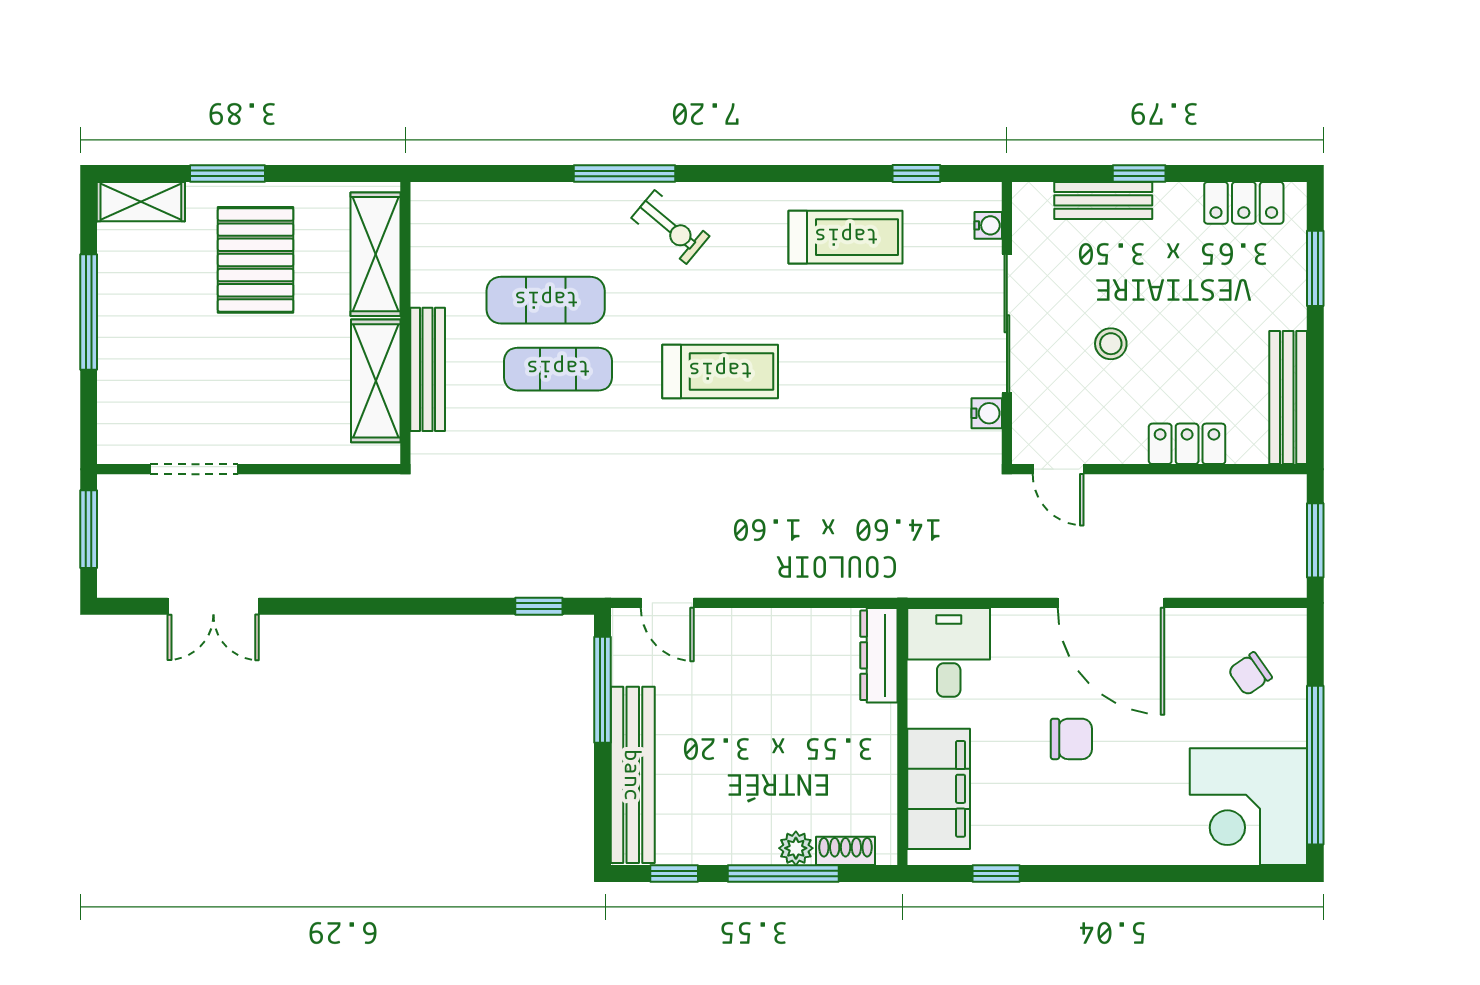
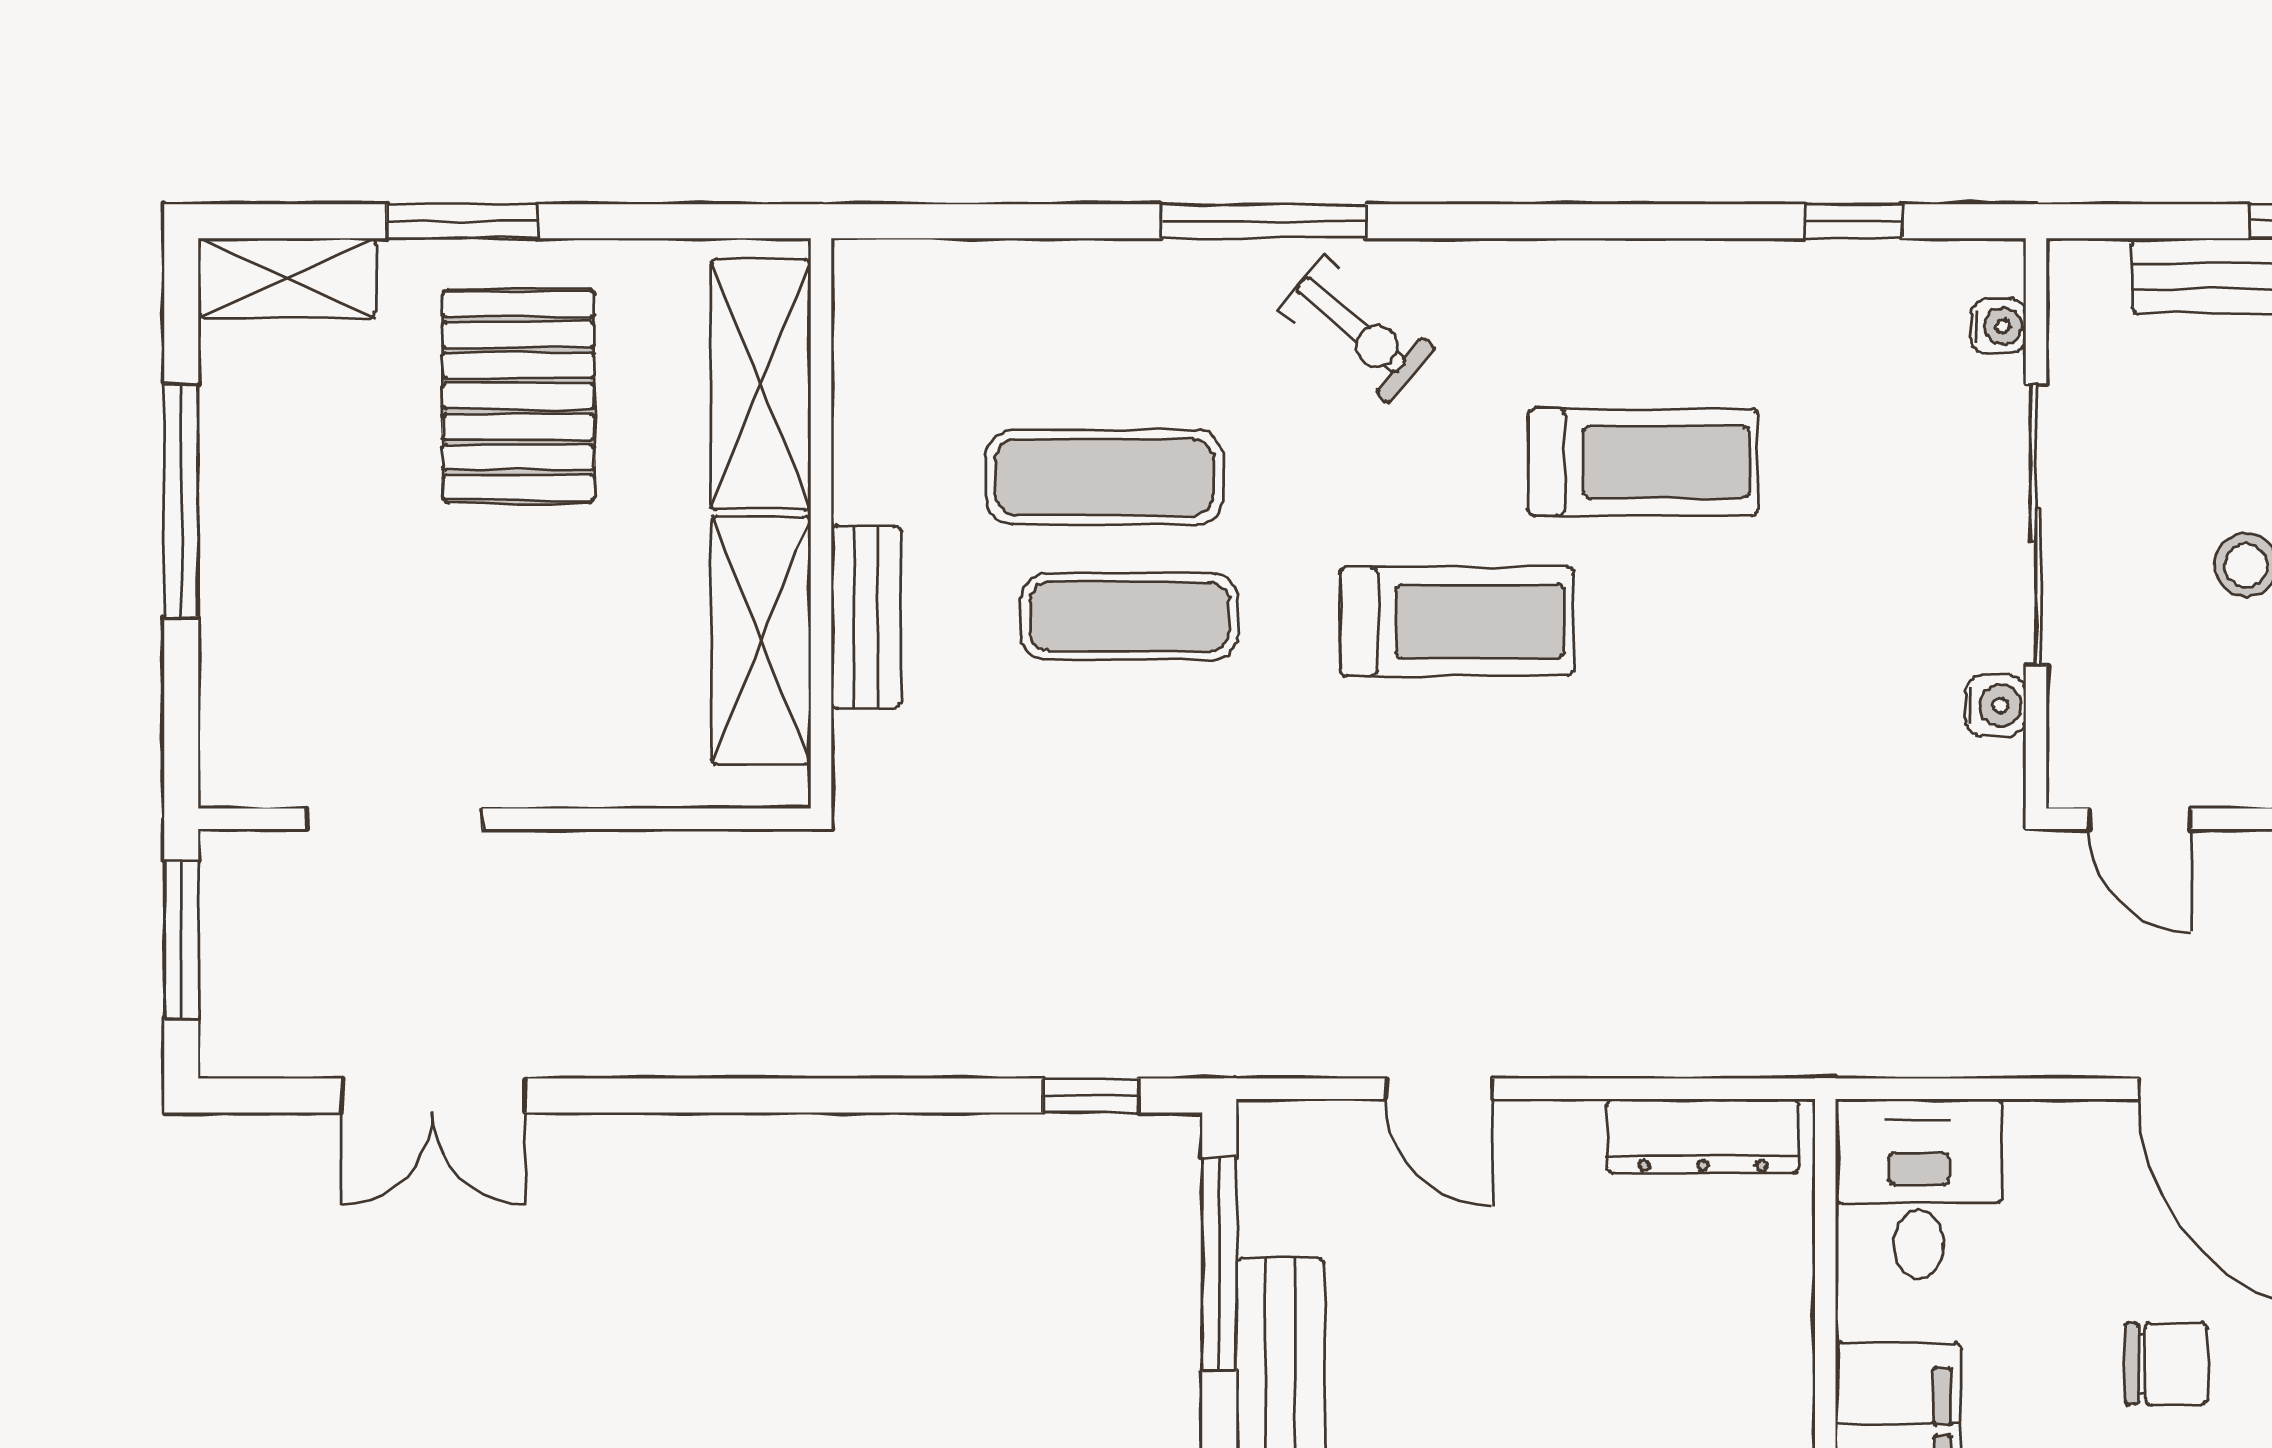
treadmill: (846, 237) -> (1643, 462), moved
bench: (428, 369) -> (866, 617), width x0.73
door: (667, 603) -> (1439, 1089), moved
dresser: (879, 655) -> (1703, 1136), moved, turned -90

